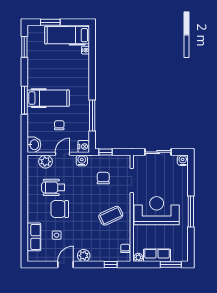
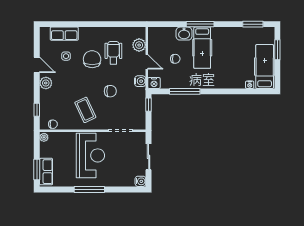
washbasin: (34, 145) -> (184, 34), moved
chair: (103, 178) -> (110, 91), moved
row of seats: (157, 255) -> (46, 172), moved

